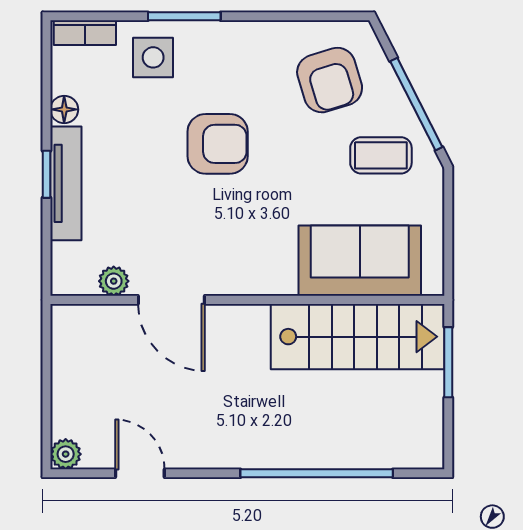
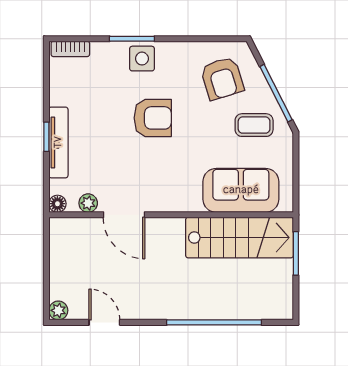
side table: (153, 57) -> (142, 59), moved
floor lamp: (64, 109) -> (57, 204), moved

